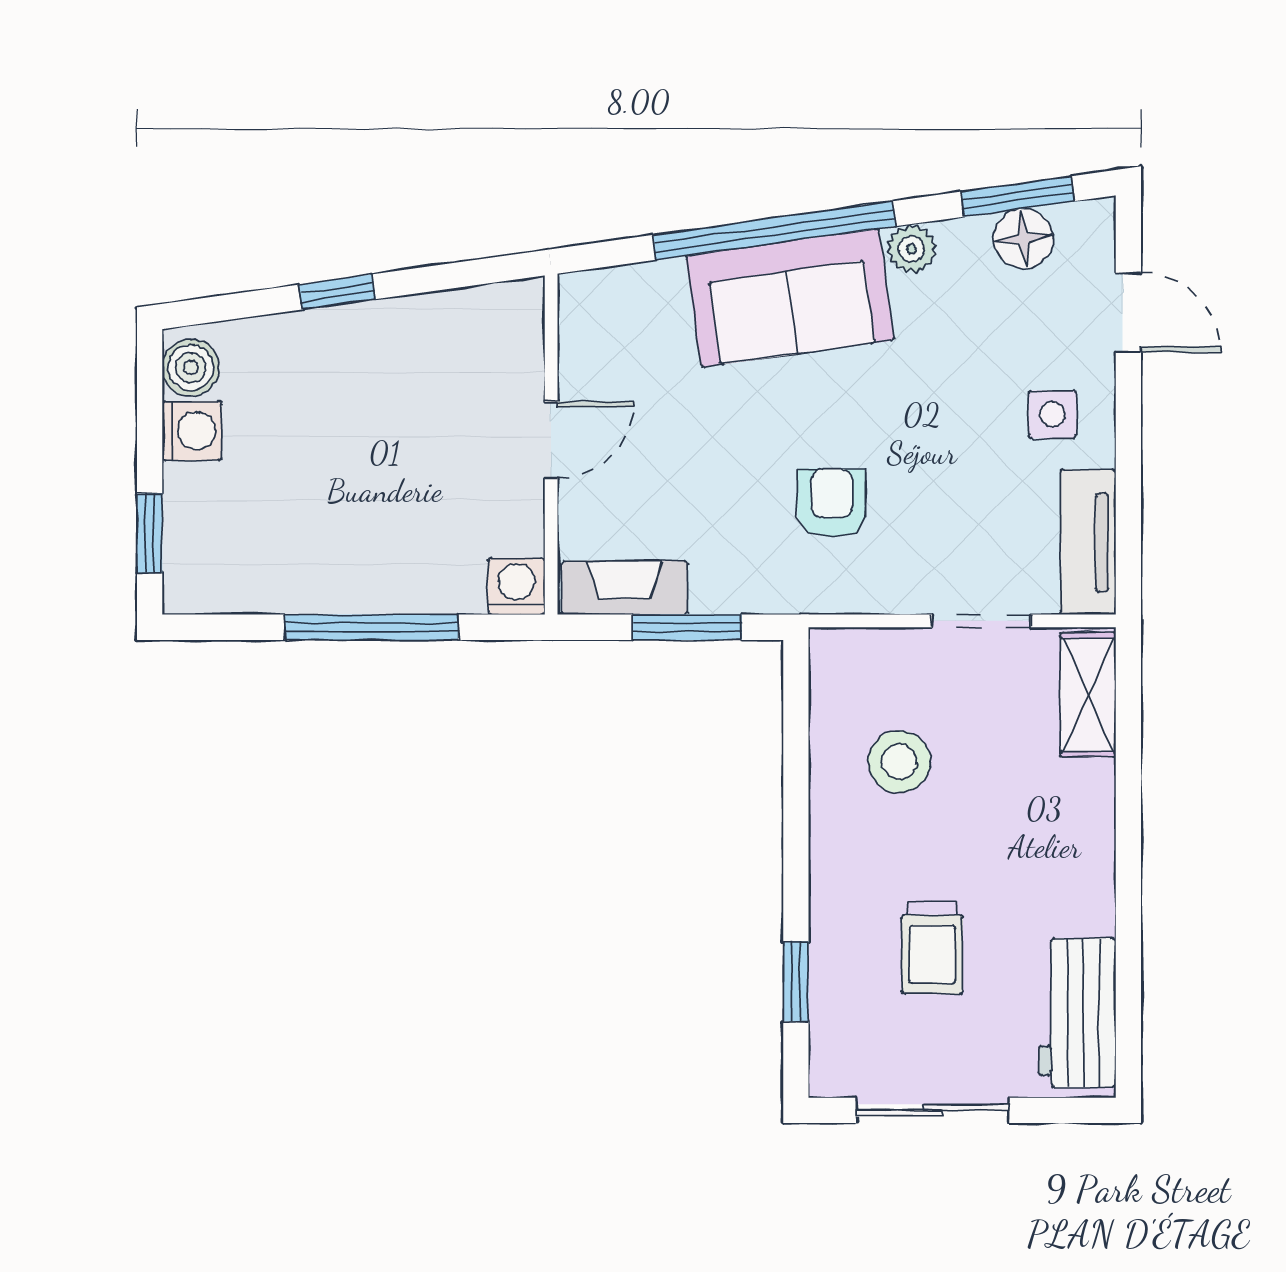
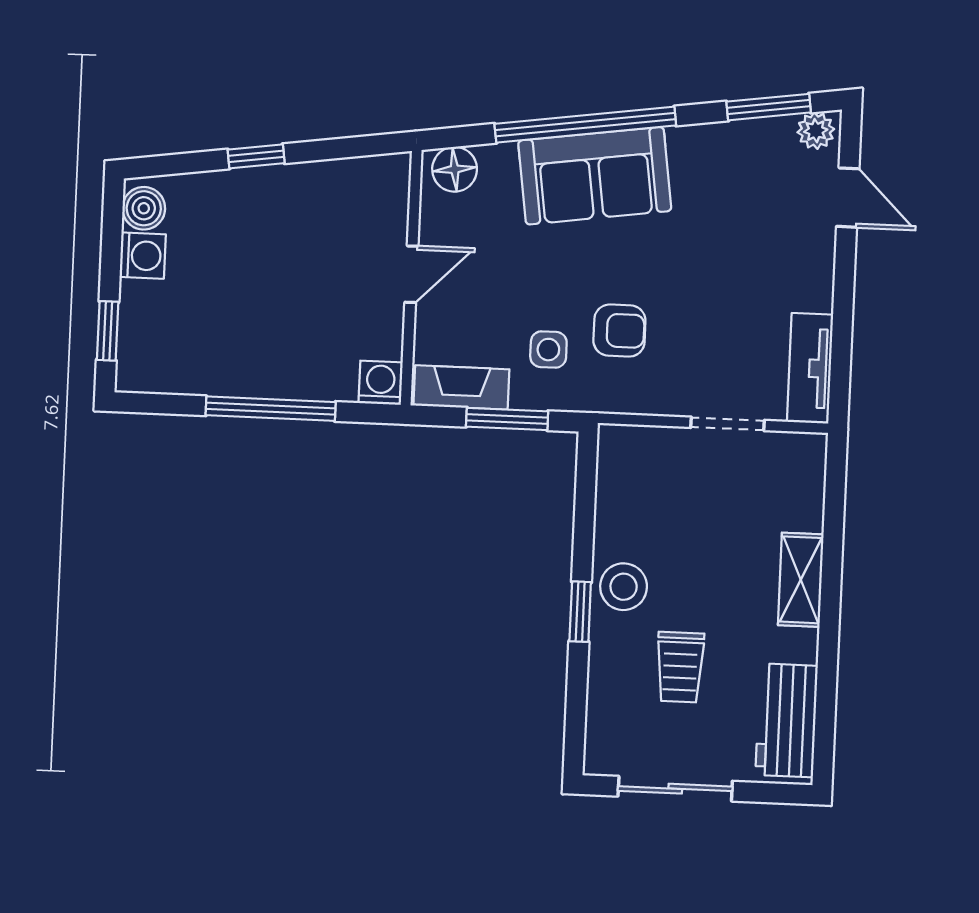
floor lamp: (1024, 238) -> (455, 169), moved
plant: (912, 249) -> (816, 131), moved
side table: (1052, 414) -> (548, 350), moved
armchair: (832, 503) -> (619, 331), turned 90
shelving: (1088, 695) -> (801, 580), moved
stool: (899, 762) -> (624, 587), moved
window: (796, 982) -> (580, 612), moved

